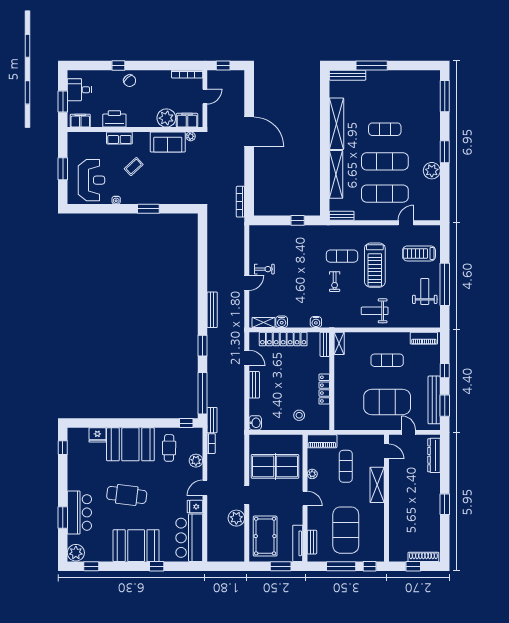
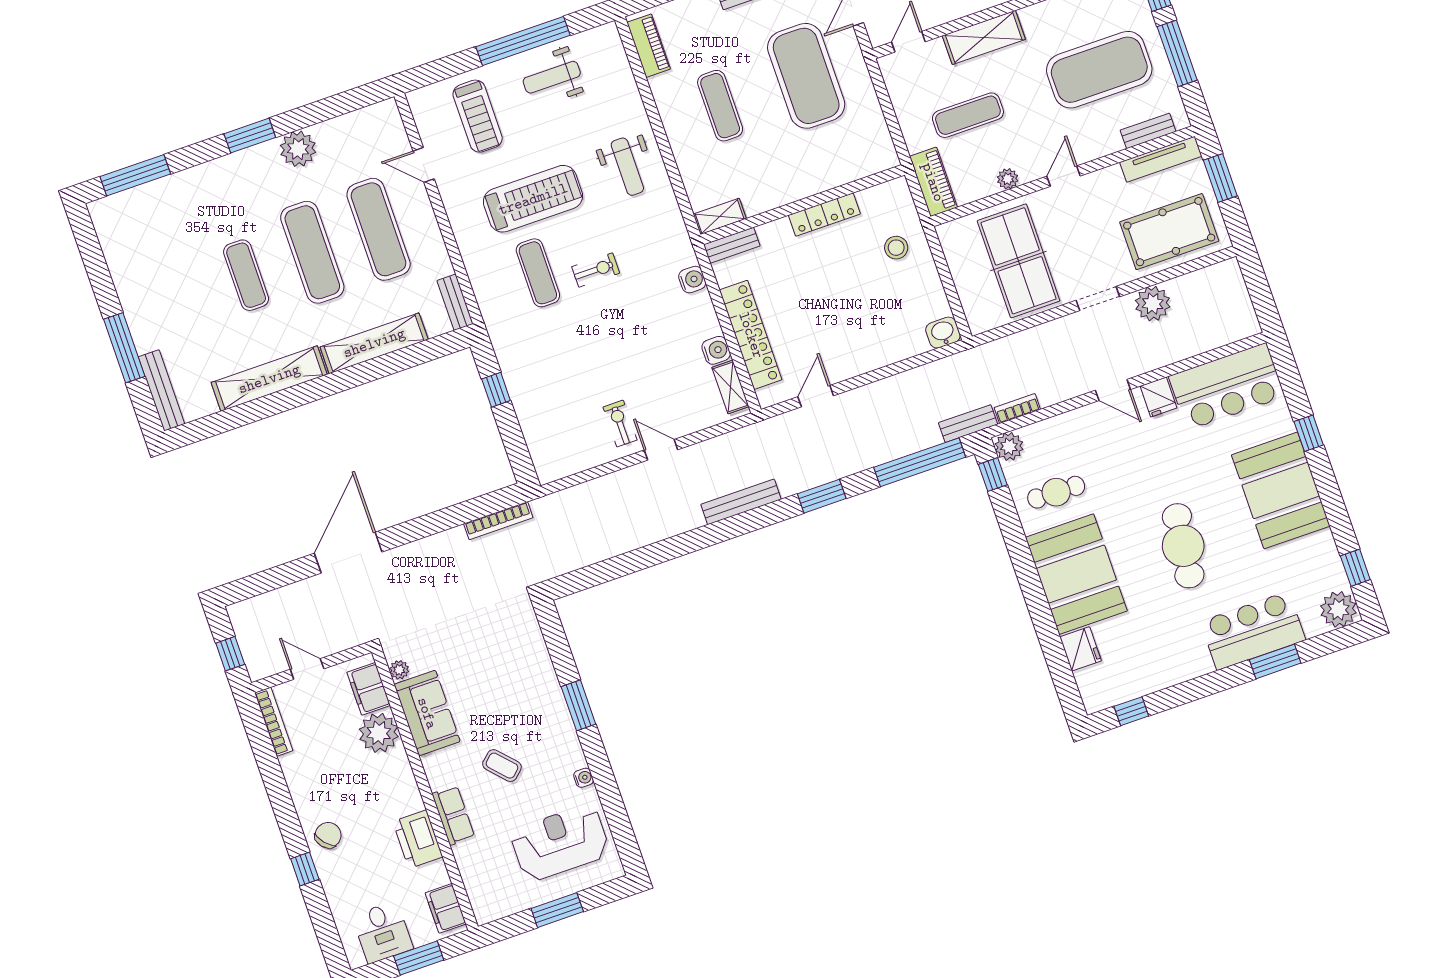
bench: (254, 385) -> (865, 362), removed
plant: (196, 461) -> (1009, 447), moved

